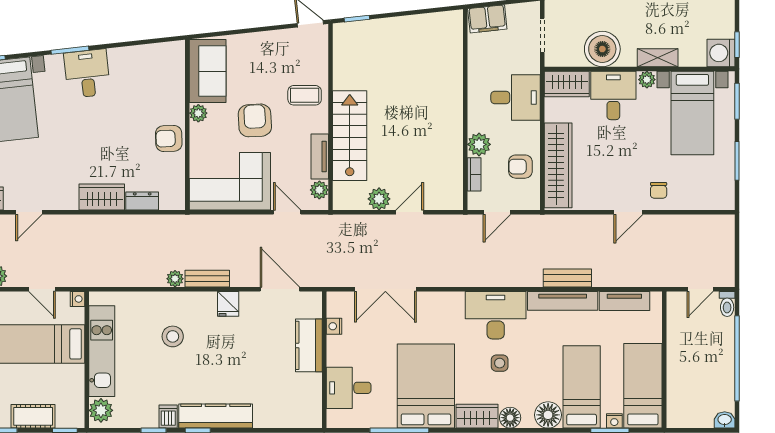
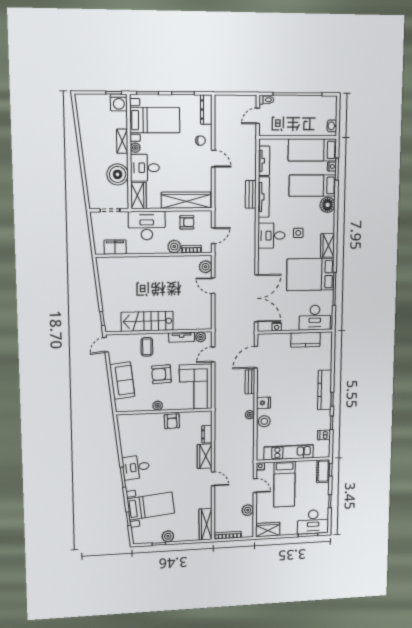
filing cabinet: (487, 19) -> (115, 247), moved, turned -84
sofa: (208, 71) -> (122, 381), moved, turned 84
desk: (516, 97) -> (147, 226), width x1.37
stairs: (350, 136) -> (147, 321), moved
armchair: (520, 167) -> (187, 222), turned -90
plant: (379, 199) -> (206, 267), moved
dresser: (710, 200) -> (206, 110), added
door: (29, 212) -> (213, 479), moved
door: (497, 212) -> (213, 236), hinge flipped
bench: (207, 279) -> (250, 382), moved
door: (42, 289) -> (255, 486), hinge flipped
double door: (385, 289) -> (256, 298), width x1.36
door: (700, 289) -> (258, 116), swing flipped
fridge: (228, 304) -> (264, 403), moved
desk: (496, 315) -> (271, 236), width x0.73
stool: (173, 336) -> (264, 421), moved
kitchen counter: (309, 345) -> (305, 340), moved
desk: (349, 388) -> (315, 318), width x1.37
plant: (101, 410) -> (320, 451), removed
cot: (33, 416) -> (323, 471), moved
dishwasher: (168, 417) -> (324, 435), moved
floor lamp: (510, 418) -> (329, 227), removed
washbasin: (725, 420) -> (332, 126), moved

